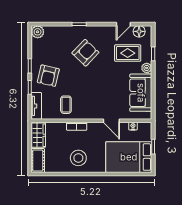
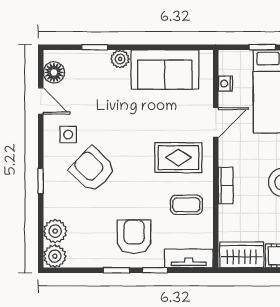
plant: (51, 32) -> (55, 231), added
side table: (105, 39) -> (68, 135), added
rug: (128, 53) -> (178, 158), moved, turned 90
armchair: (48, 76) -> (134, 237), turned -103

